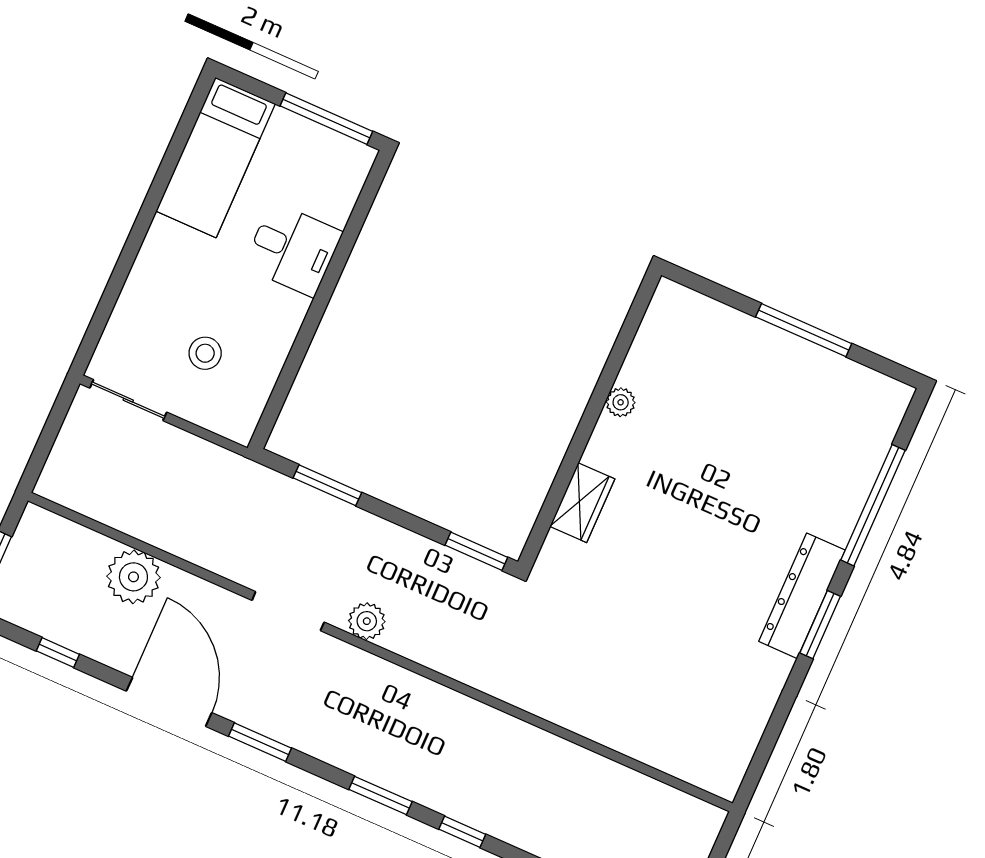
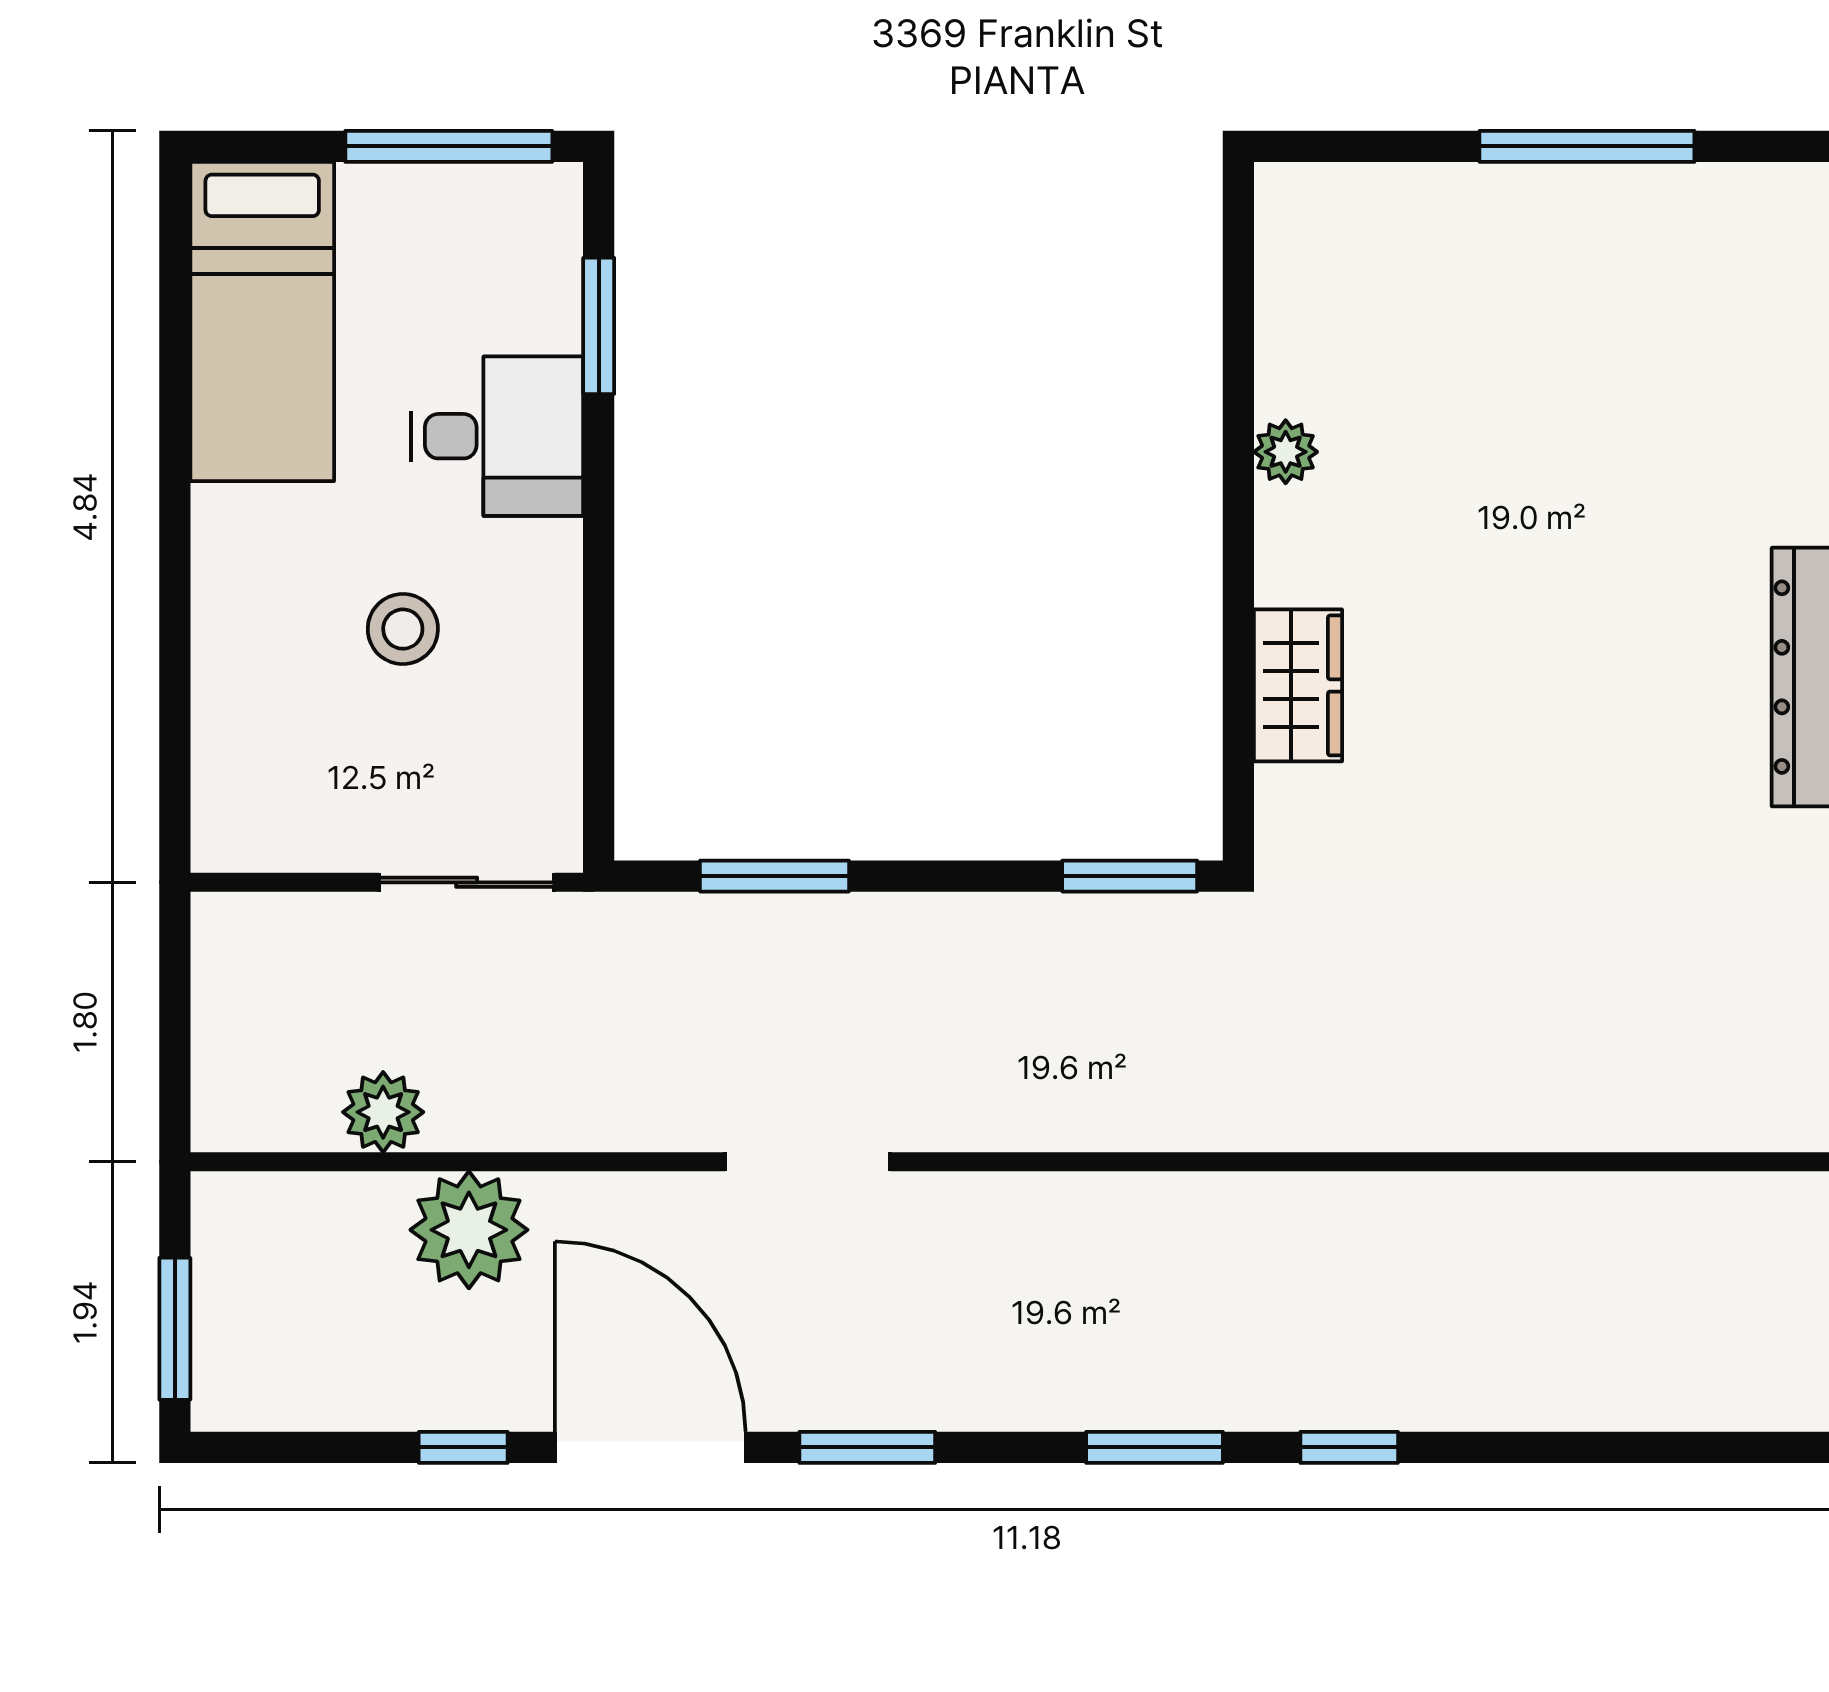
window: (356, 222) -> (599, 326), added
stool: (205, 353) -> (403, 629), moved
sliding door: (128, 400) -> (467, 882), moved
plant: (367, 621) -> (383, 1112), moved
window: (58, 653) -> (463, 1447), moved

